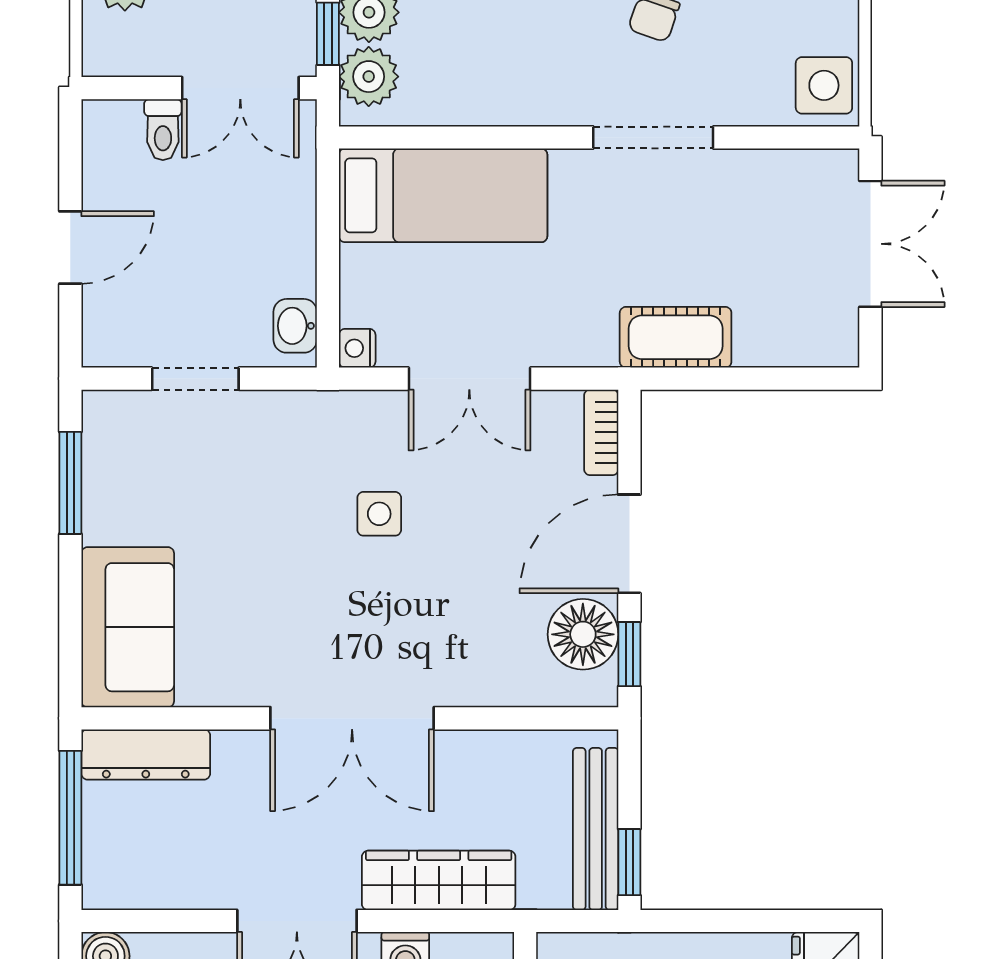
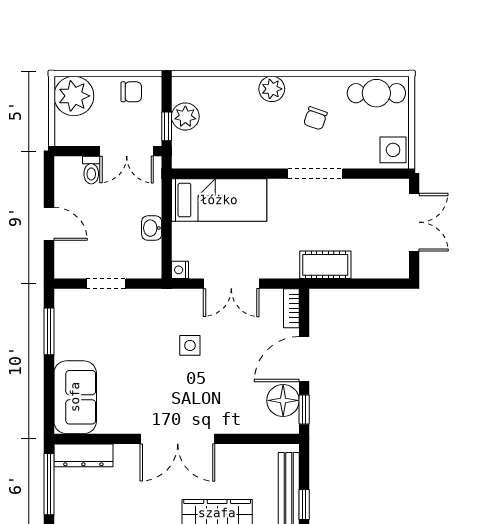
plant: (369, 77) -> (185, 146), removed
door: (70, 248) -> (49, 224), hinge flipped
washbasin: (295, 326) -> (152, 228), moved

